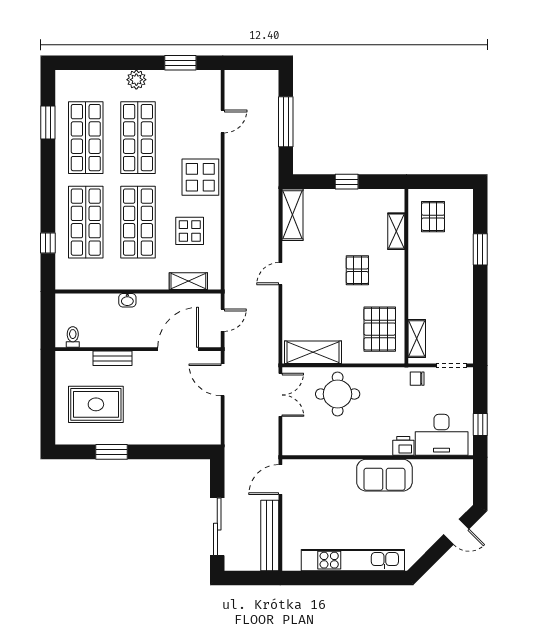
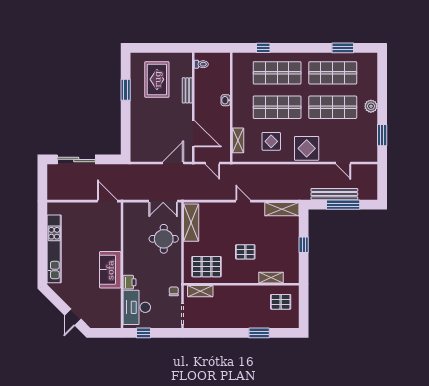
bench: (270, 535) -> (334, 194), moved

